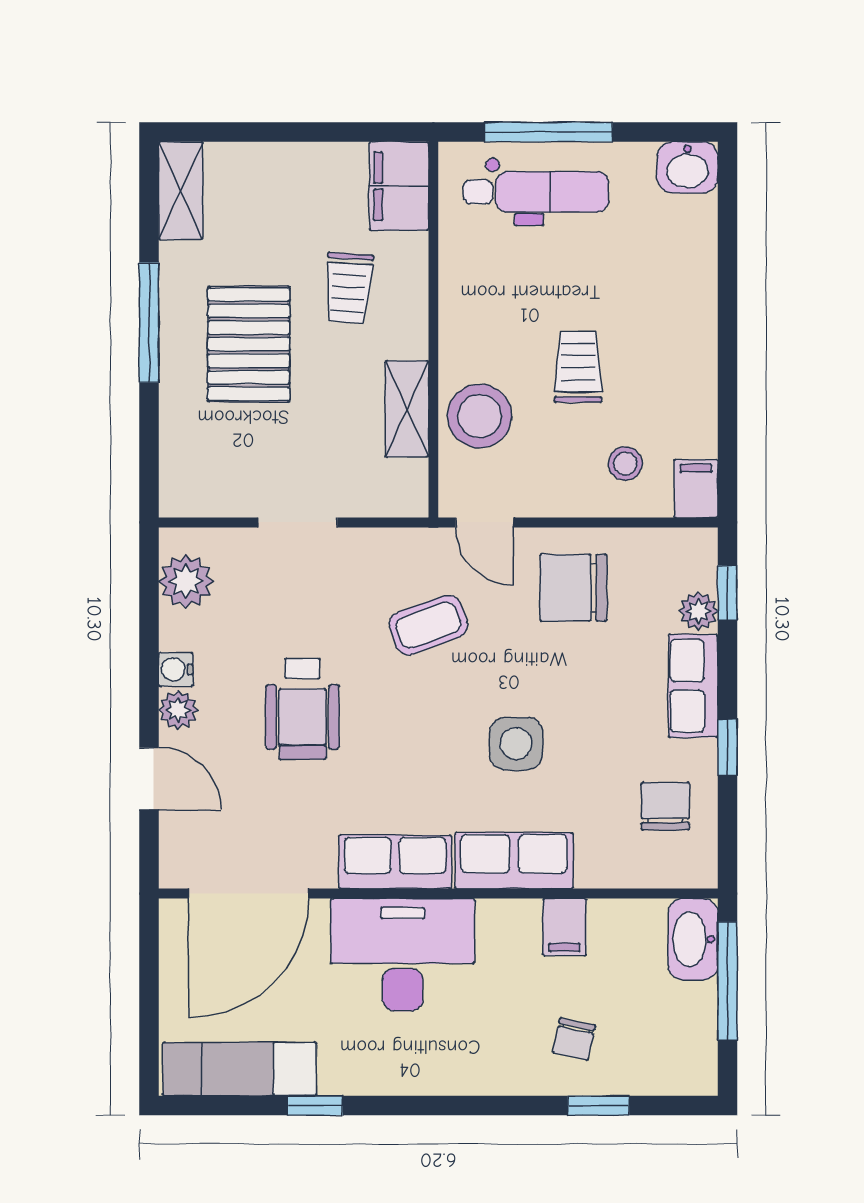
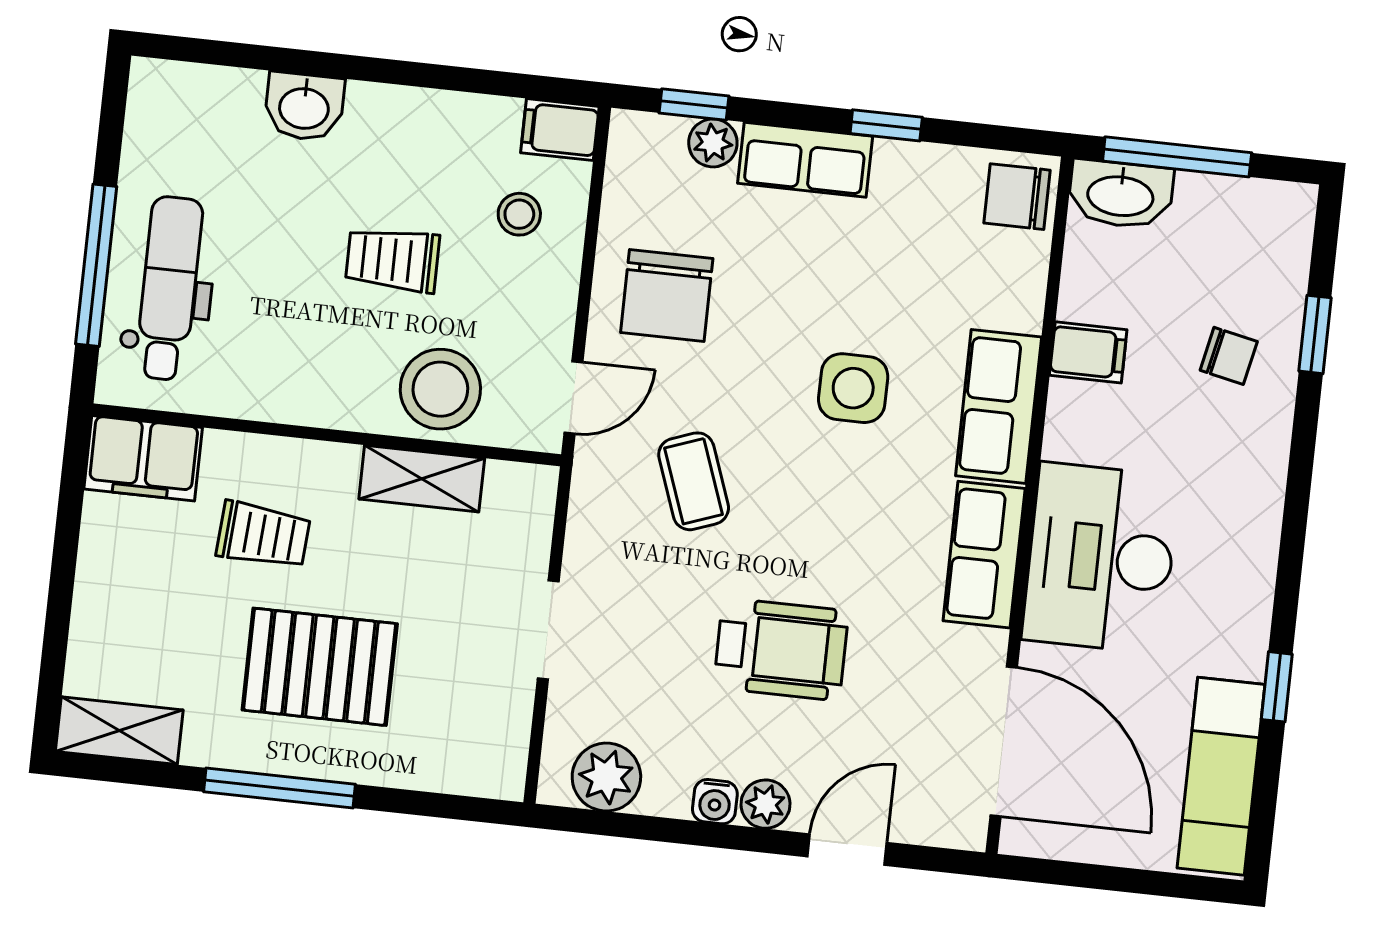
washbasin: (687, 167) -> (304, 107), moved, turned 90
chair: (665, 806) -> (1017, 197), moved

